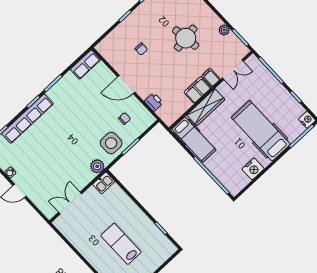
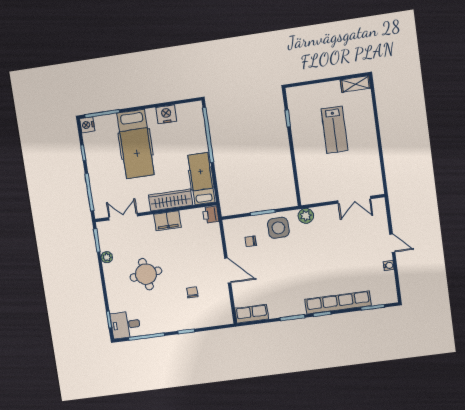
filing cabinet: (211, 78) -> (148, 223), removed
printer: (154, 102) -> (211, 215), moved
kitchen sink: (104, 183) -> (311, 197), removed

